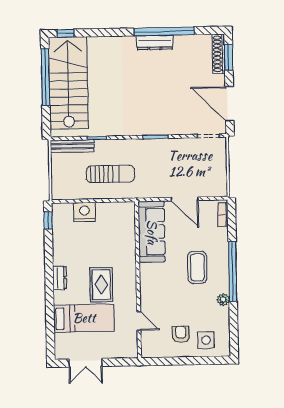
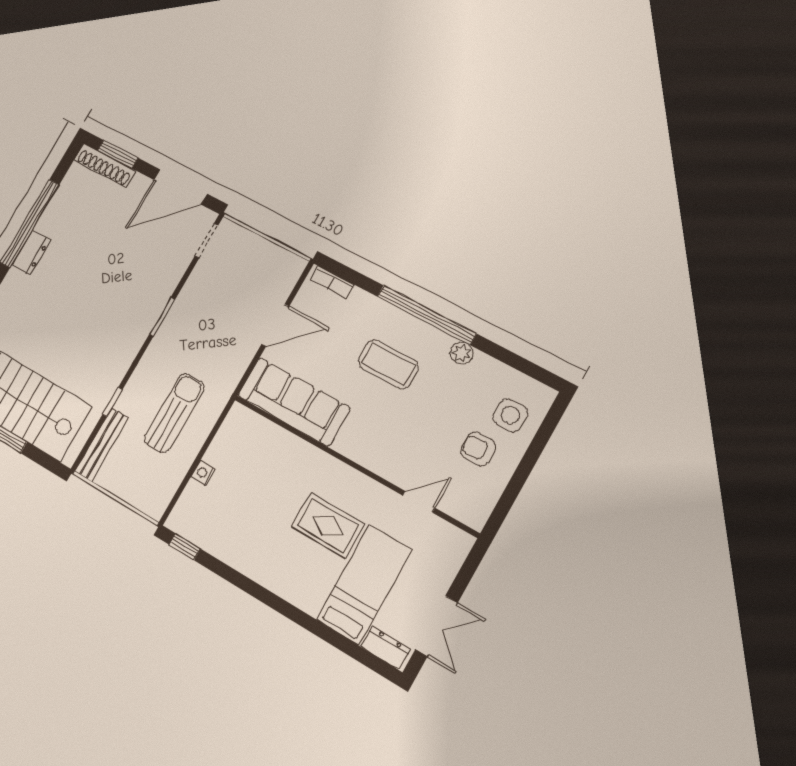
dresser: (155, 42) -> (31, 252), width x0.70
nightstand: (84, 212) -> (203, 473), width x0.53, depth x0.56
dresser: (60, 278) -> (385, 648), moved

